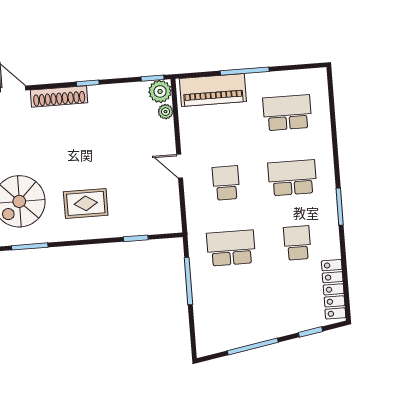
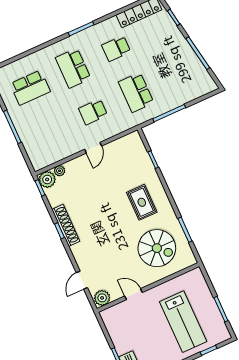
piano: (213, 90) -> (33, 144), removed
shoe rack: (59, 96) -> (66, 225), moved
school desk: (287, 113) -> (30, 88), turned -90

